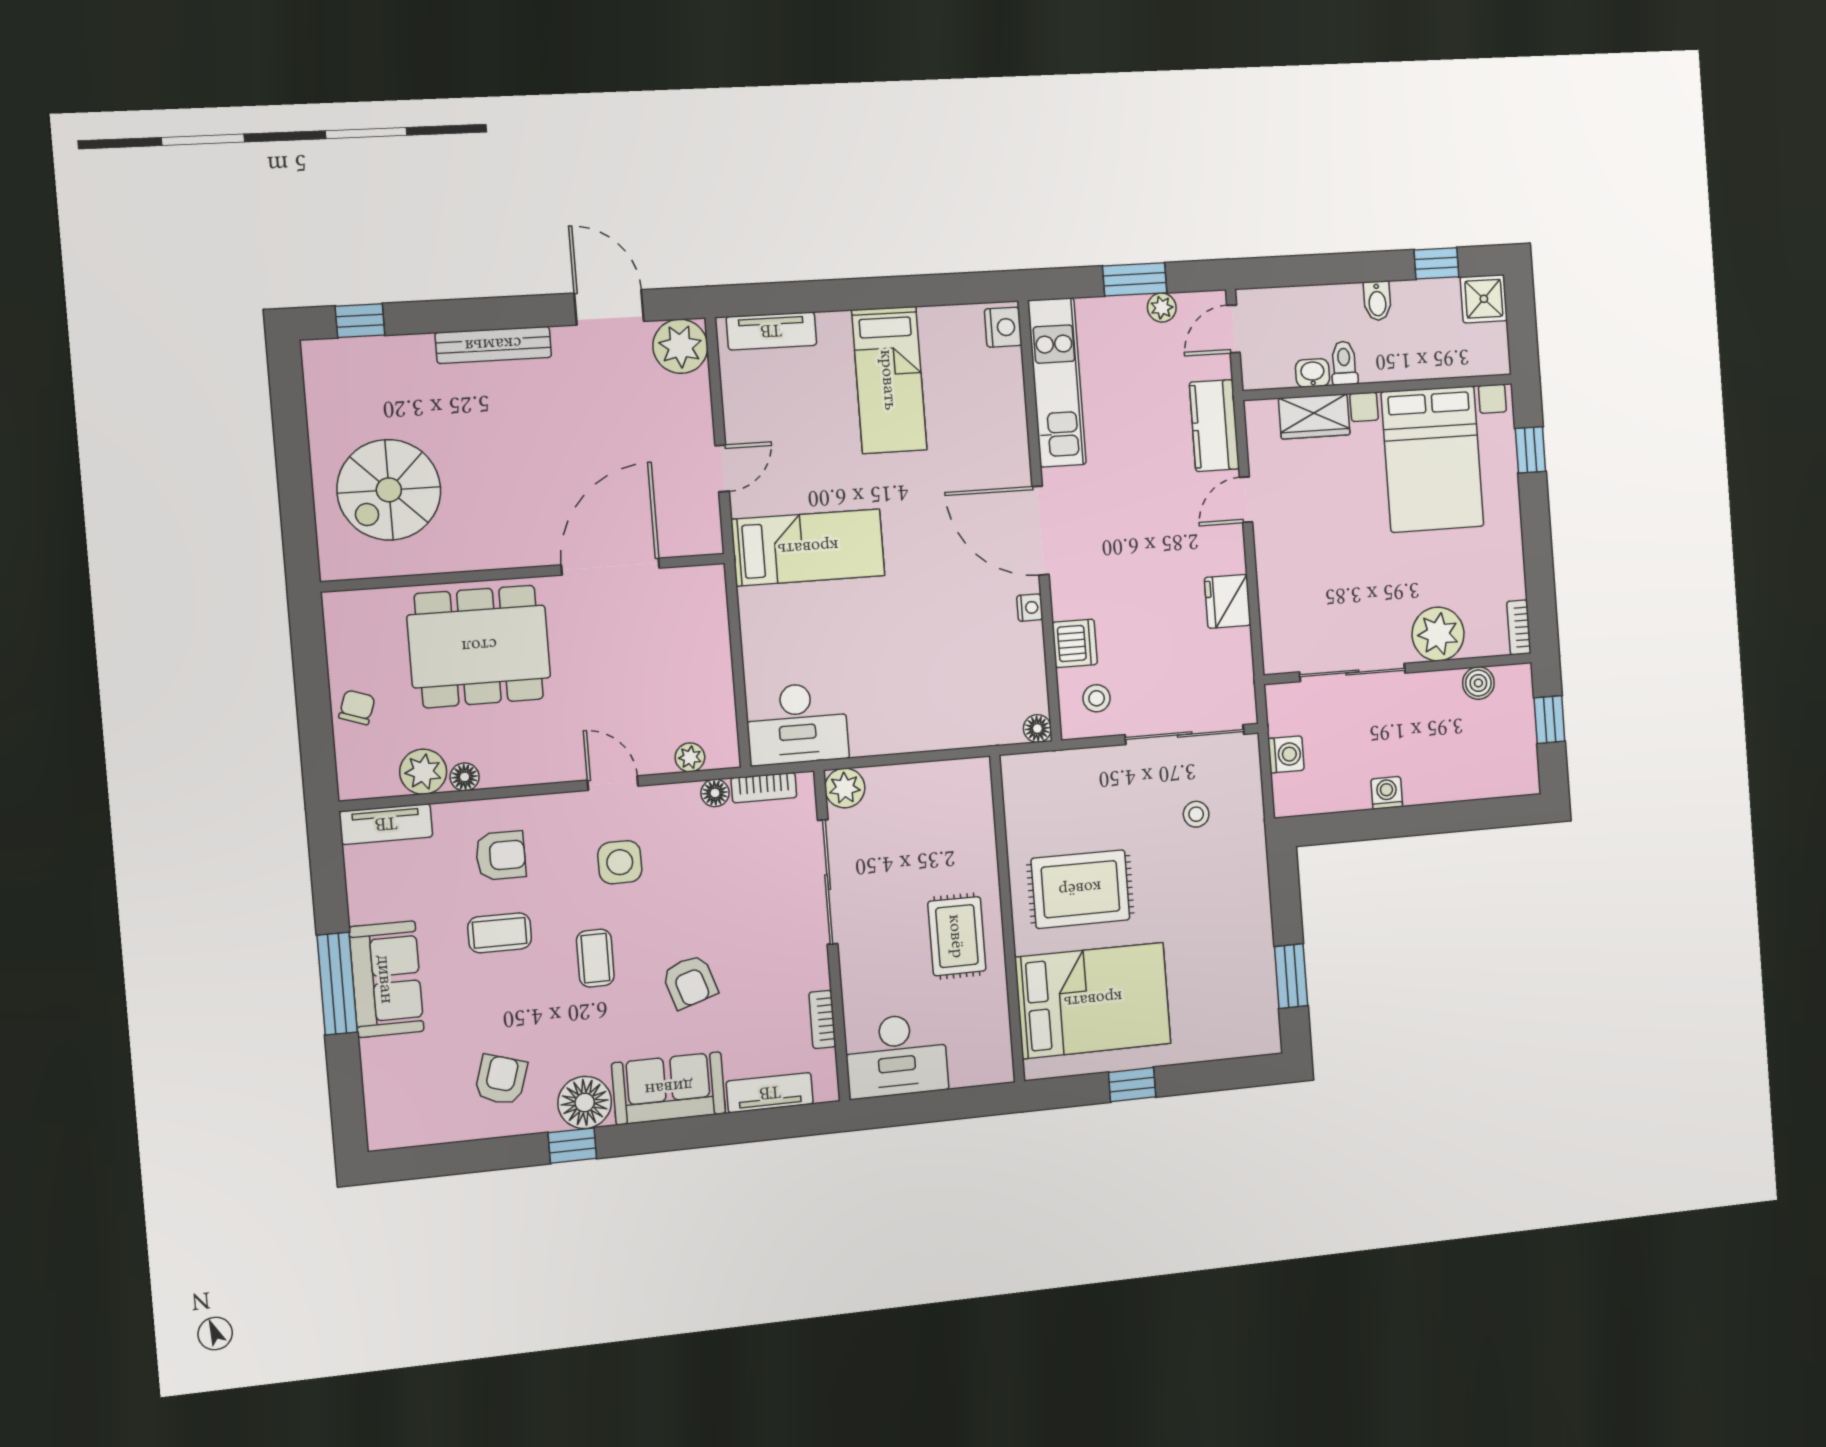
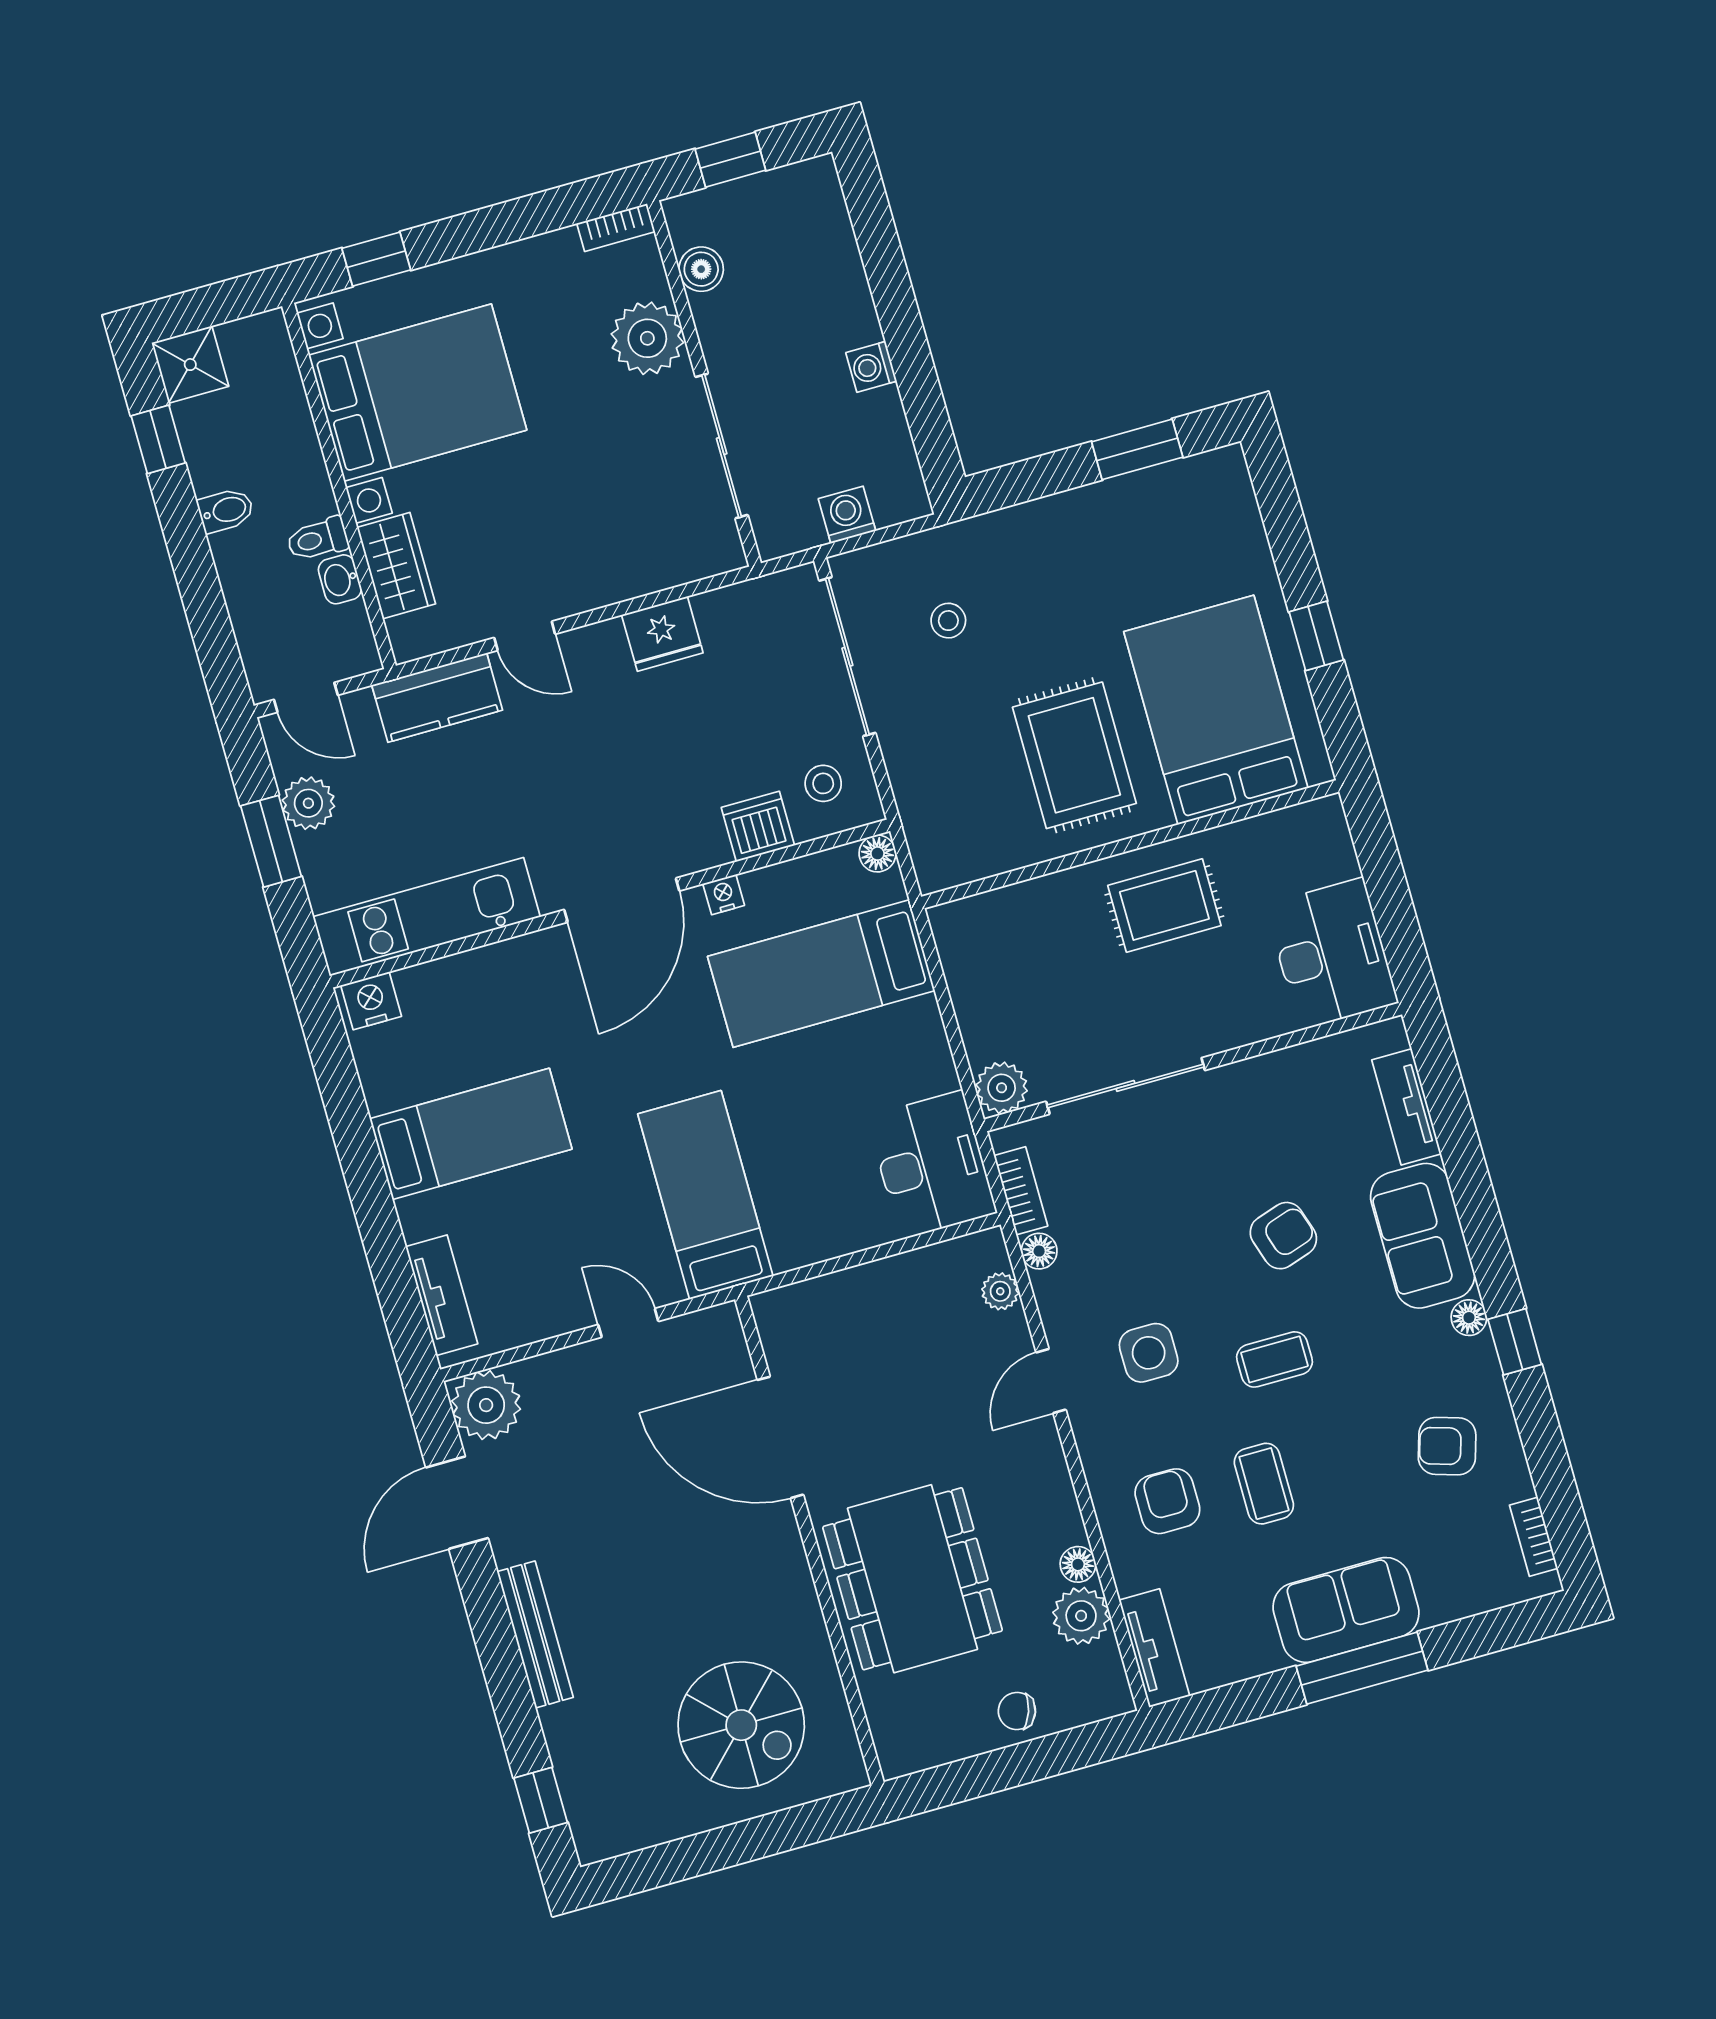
plant: (1162, 308) -> (308, 803), width x1.38, depth x1.38
bed: (957, 669) -> (821, 974), added
bookcase: (822, 1019) -> (1534, 1537), moved, turned 90
floor lamp: (585, 1102) -> (1469, 1318), width x0.53, depth x0.53

